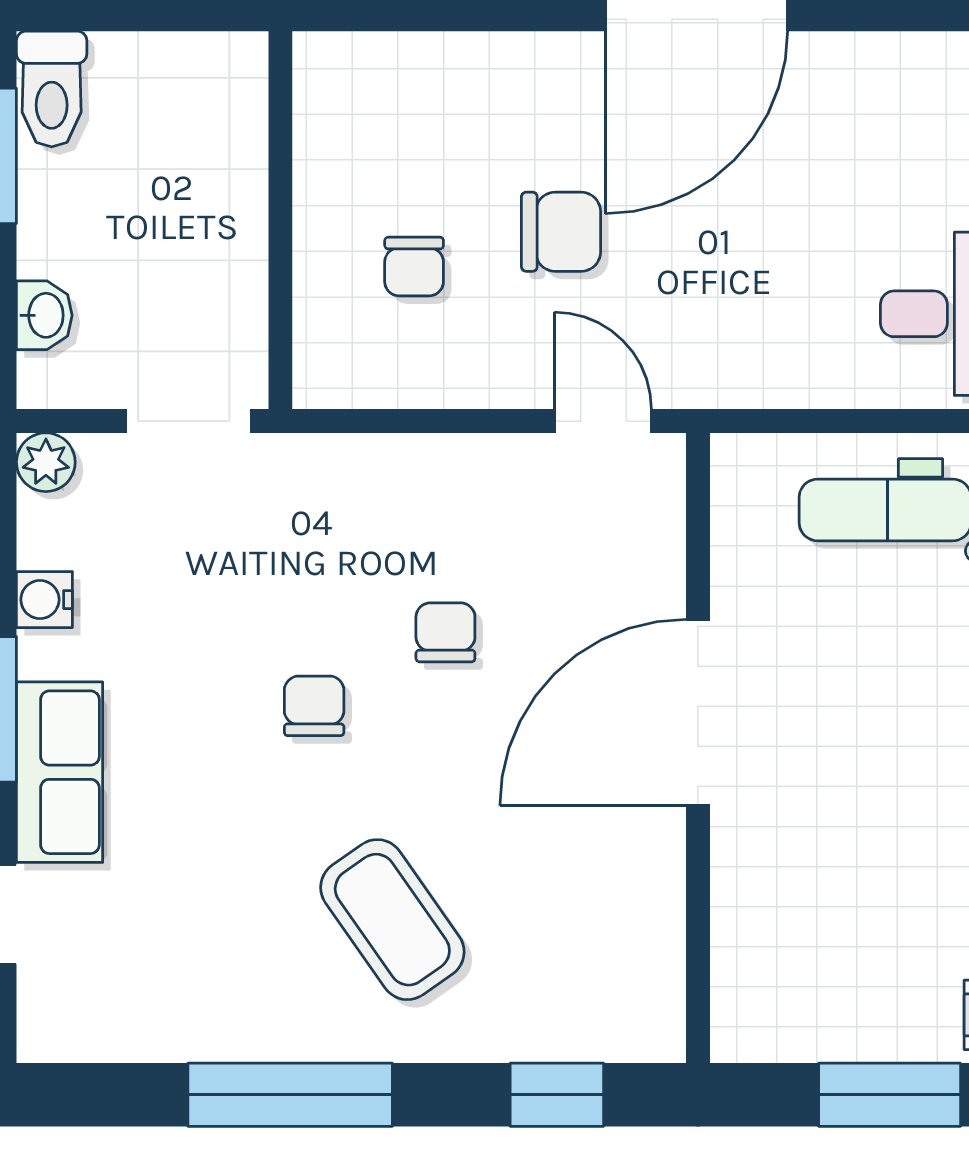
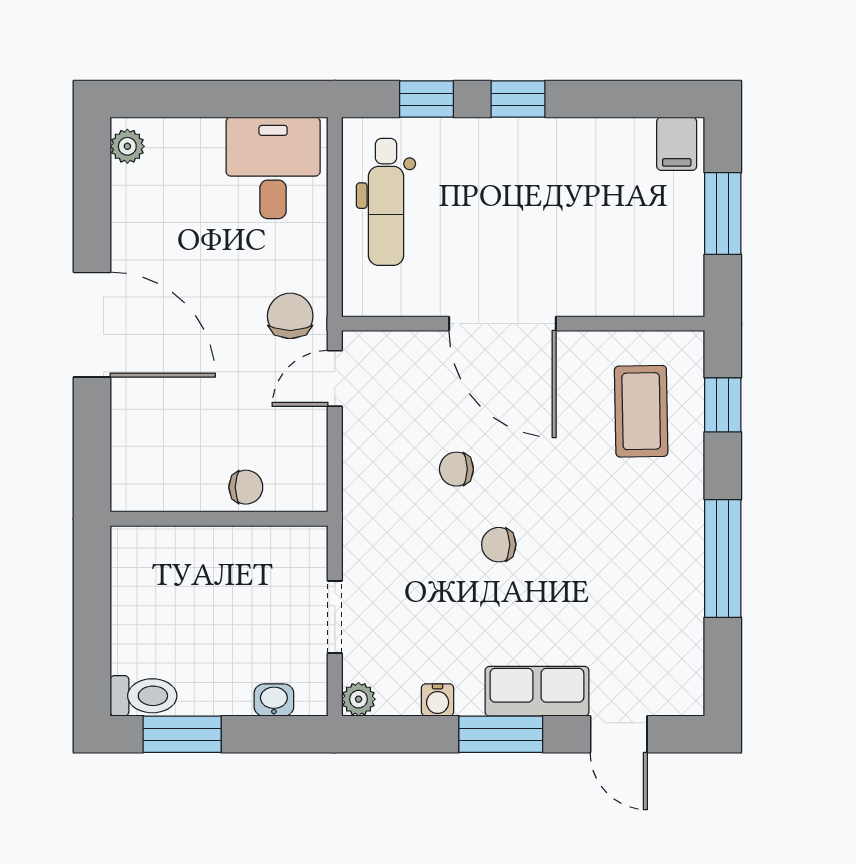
wall: (280, 220) -> (219, 519), moved
chair: (561, 232) -> (290, 316), moved
coffee table: (392, 920) -> (641, 411), moved, turned -56

